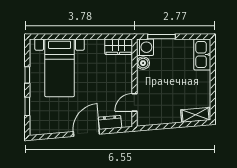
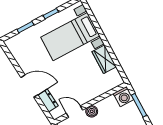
wardrobe: (119, 47) -> (104, 59), moved
boiler: (143, 63) -> (92, 111), moved

